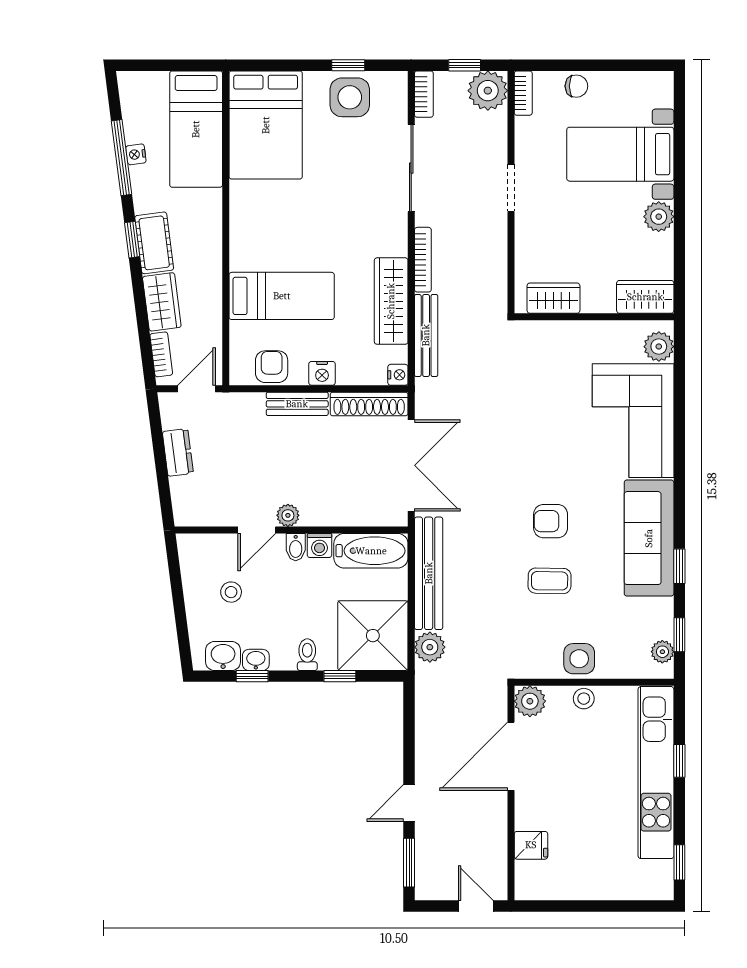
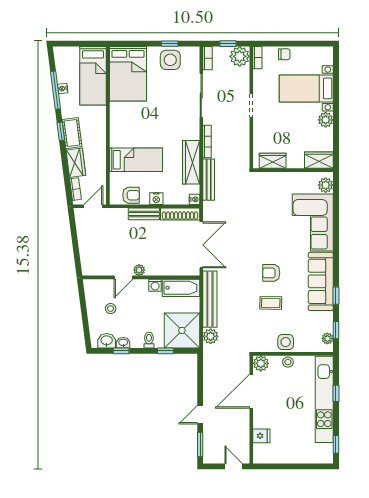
armchair: (272, 367) -> (131, 195), turned 90
dresser: (178, 452) -> (84, 238), removed
bidet: (296, 547) -> (143, 286), removed

